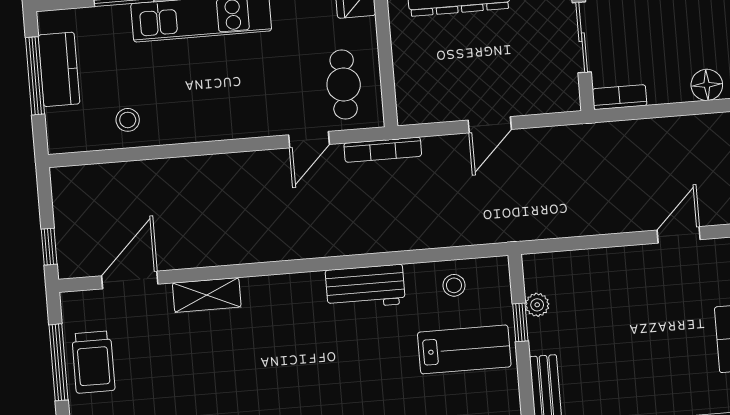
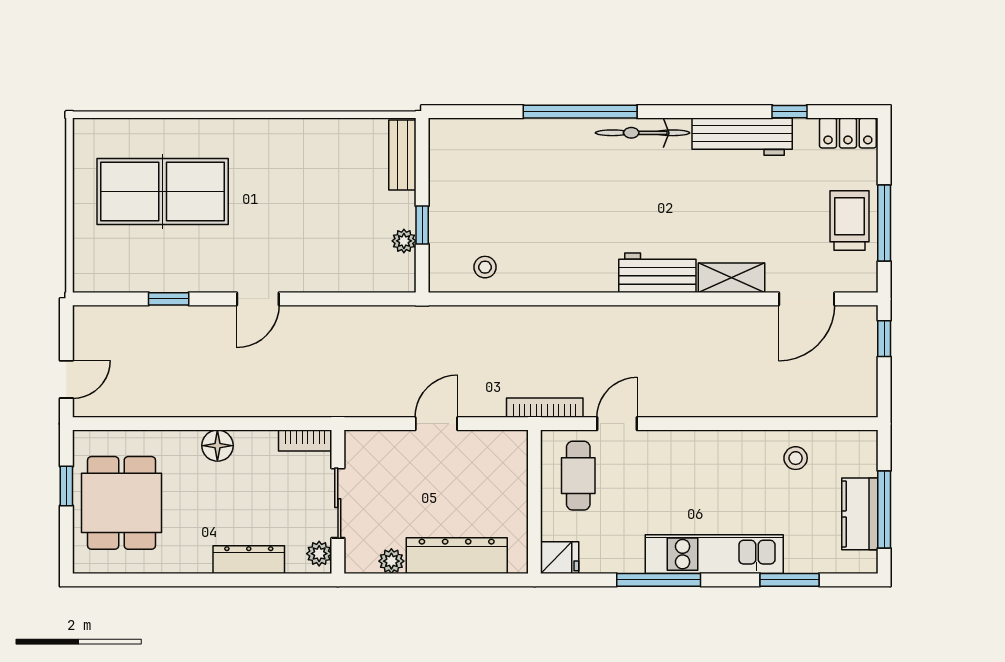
workbench: (365, 287) -> (657, 273), moved
lab bench: (464, 349) -> (480, 203), removed

